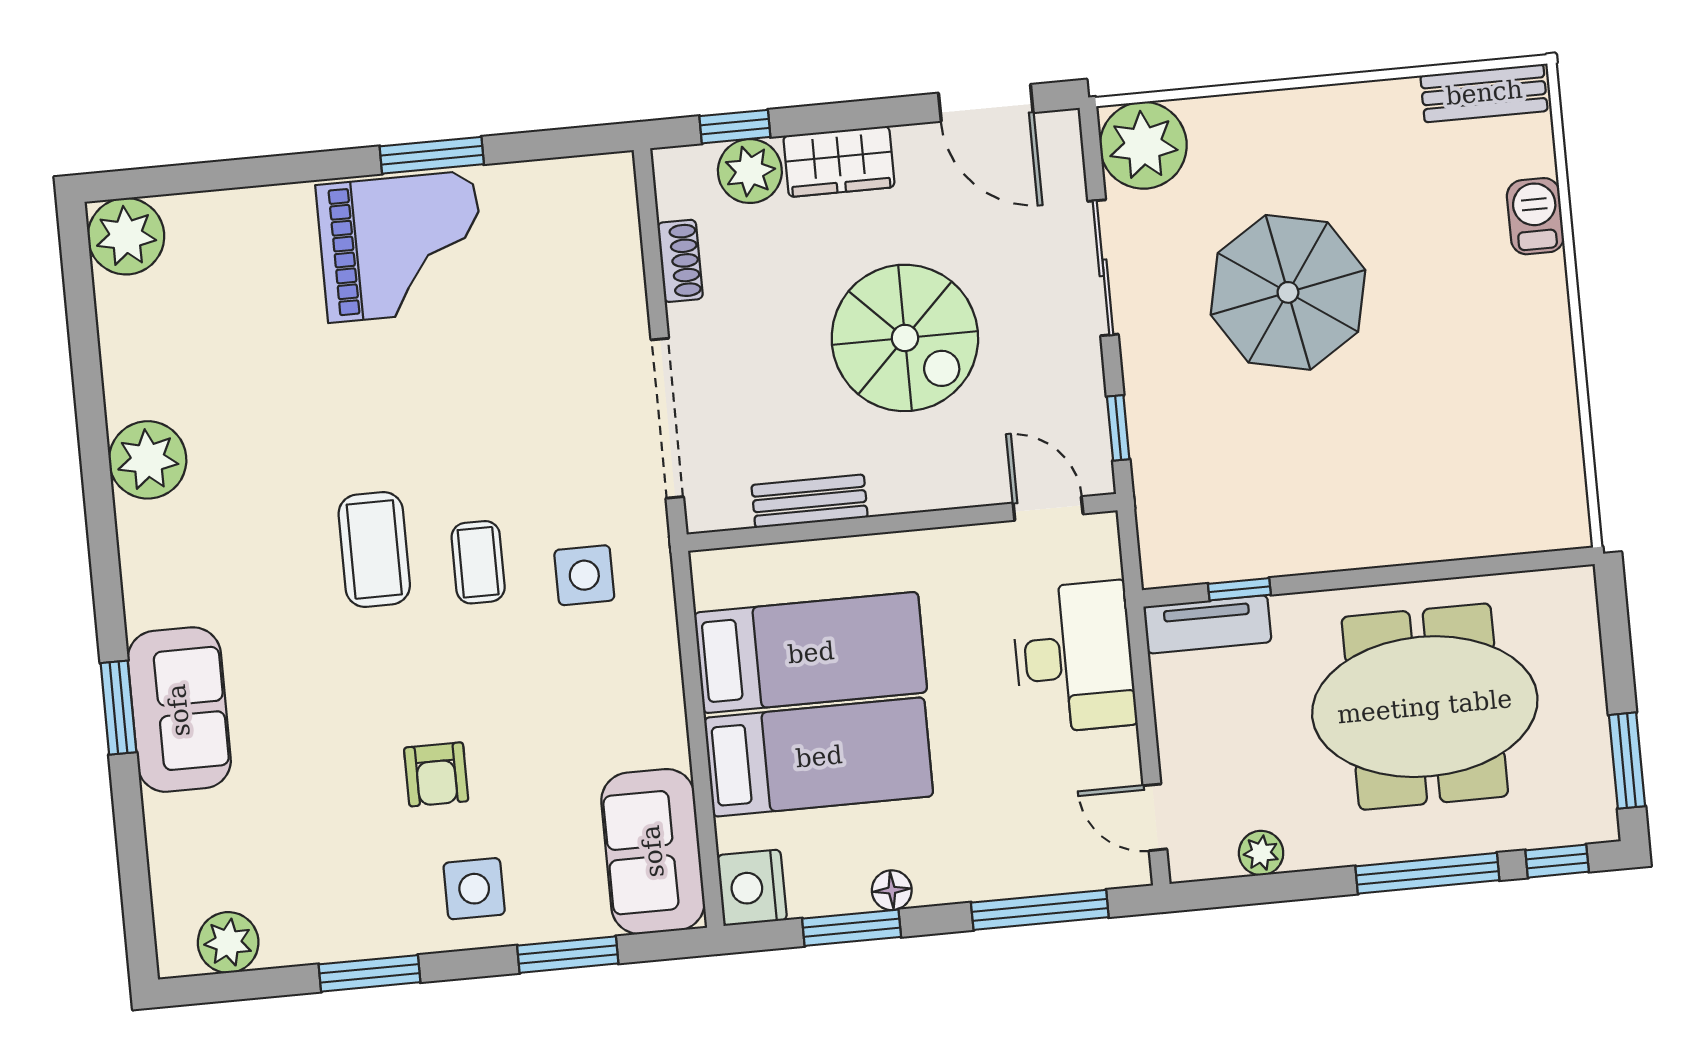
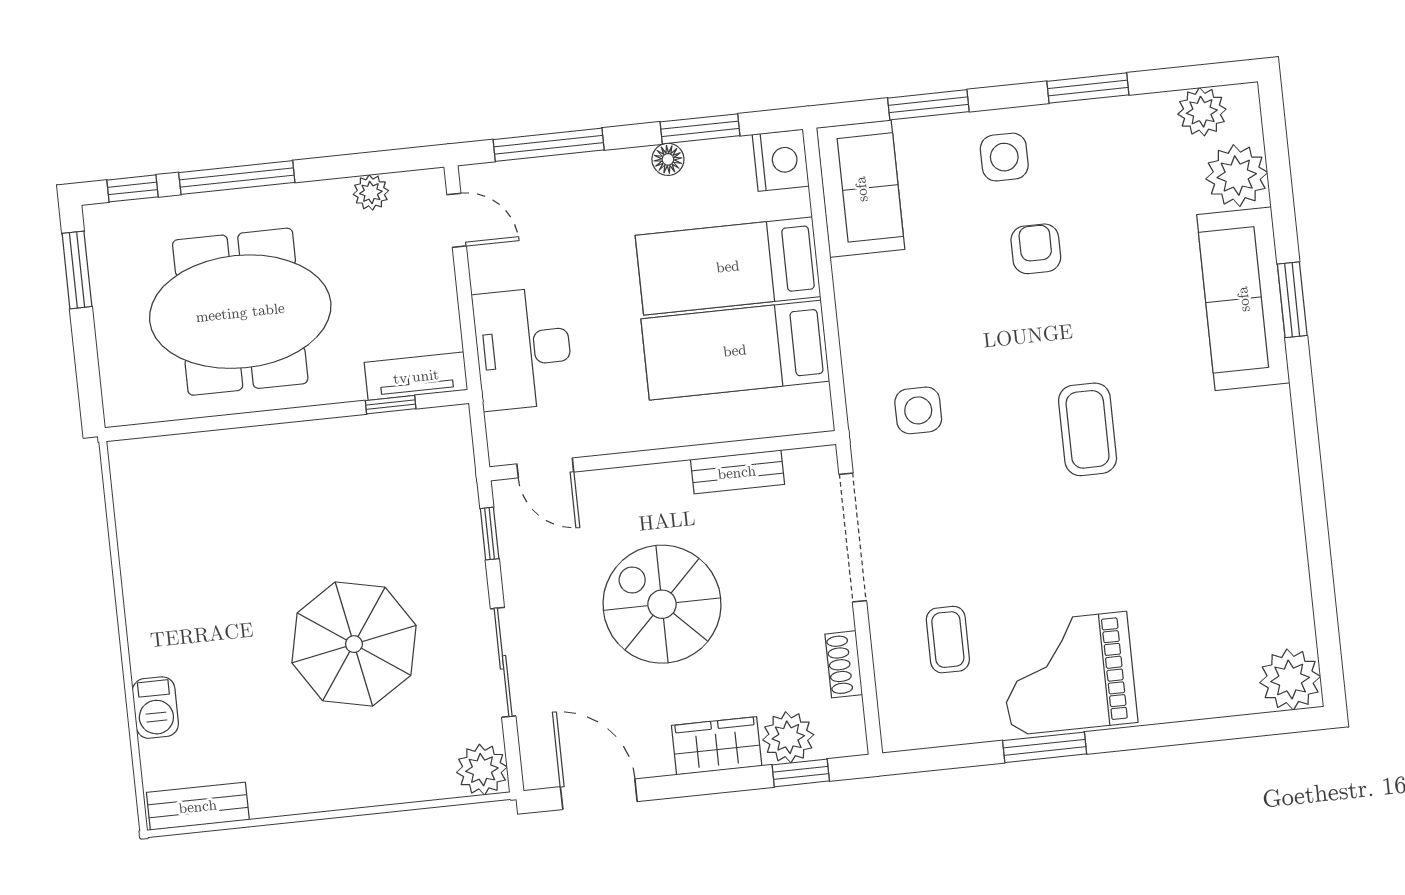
plant: (1143, 145) -> (482, 770), width x0.73, depth x0.73
plant: (148, 460) -> (1237, 176), moved
coffee table: (478, 562) -> (948, 640), moved
sofa: (179, 710) -> (1243, 299), width x1.36

